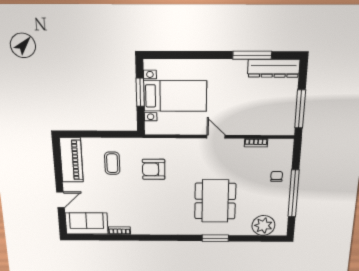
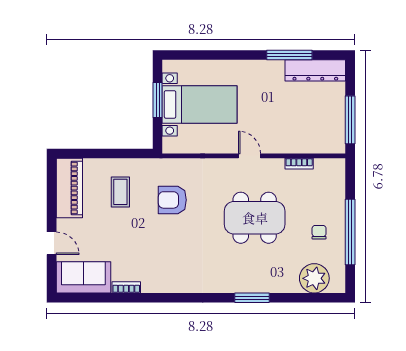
chair: (277, 176) -> (319, 232), moved
door: (61, 200) -> (52, 243), hinge flipped
dining table: (215, 201) -> (255, 218), moved, turned 90

